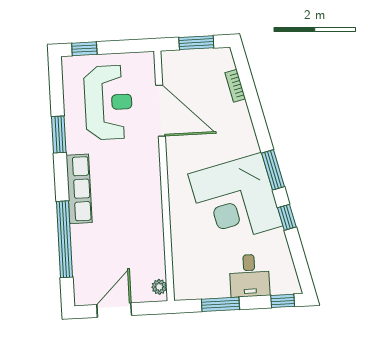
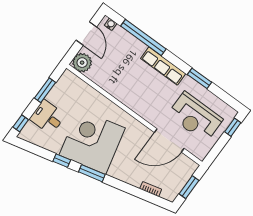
plant: (159, 287) -> (82, 63), width x1.87, depth x1.87
water cooler: (80, 290) -> (111, 24), added

